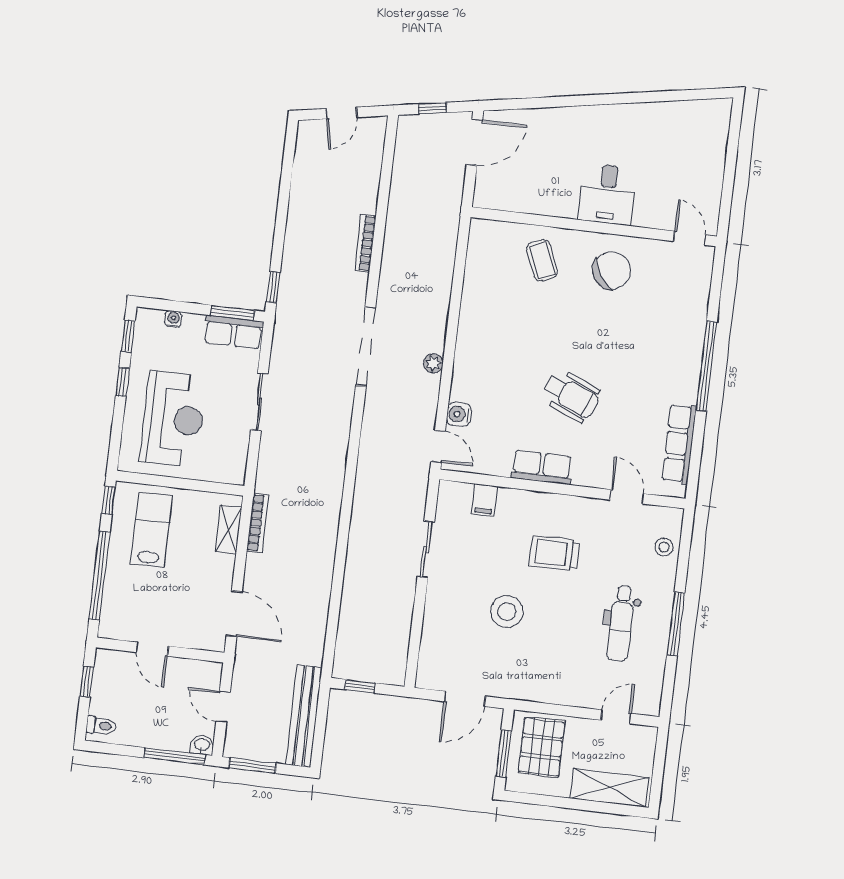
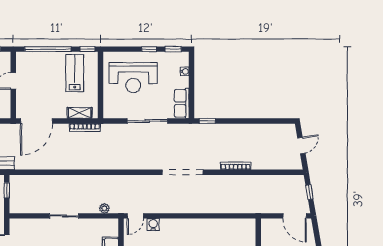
door: (342, 113) -> (301, 146), swing flipped
window: (232, 313) -> (192, 102), removed
plant: (433, 363) -> (104, 208), moved
sliding door: (259, 402) -> (147, 121), width x1.37
lab bench: (151, 530) -> (75, 73), turned -90
sliding door: (426, 549) -> (64, 216), moved
door: (234, 614) -> (36, 121), width x1.36

